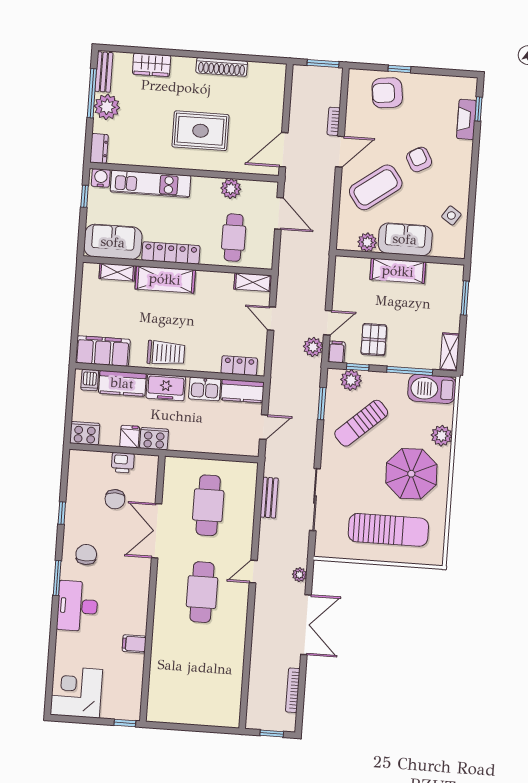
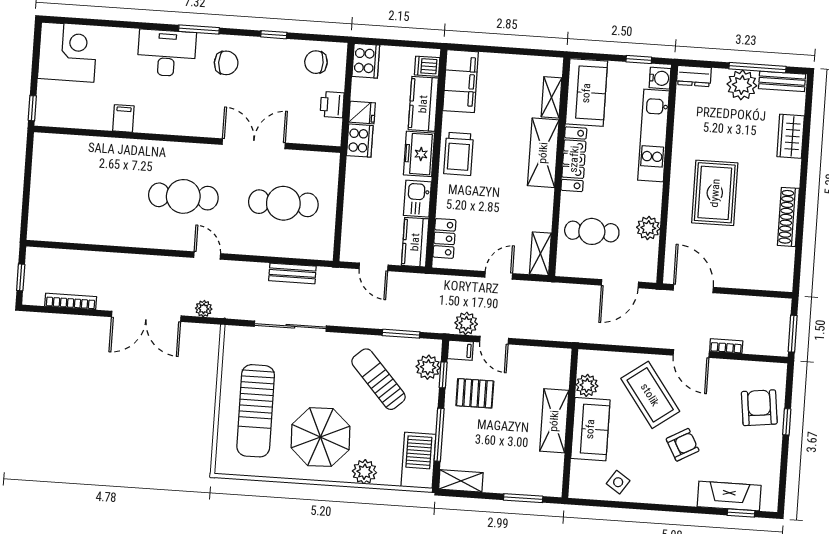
fireplace: (466, 119) -> (729, 496), width x1.37, depth x1.32
chair: (115, 499) -> (316, 62), moved

